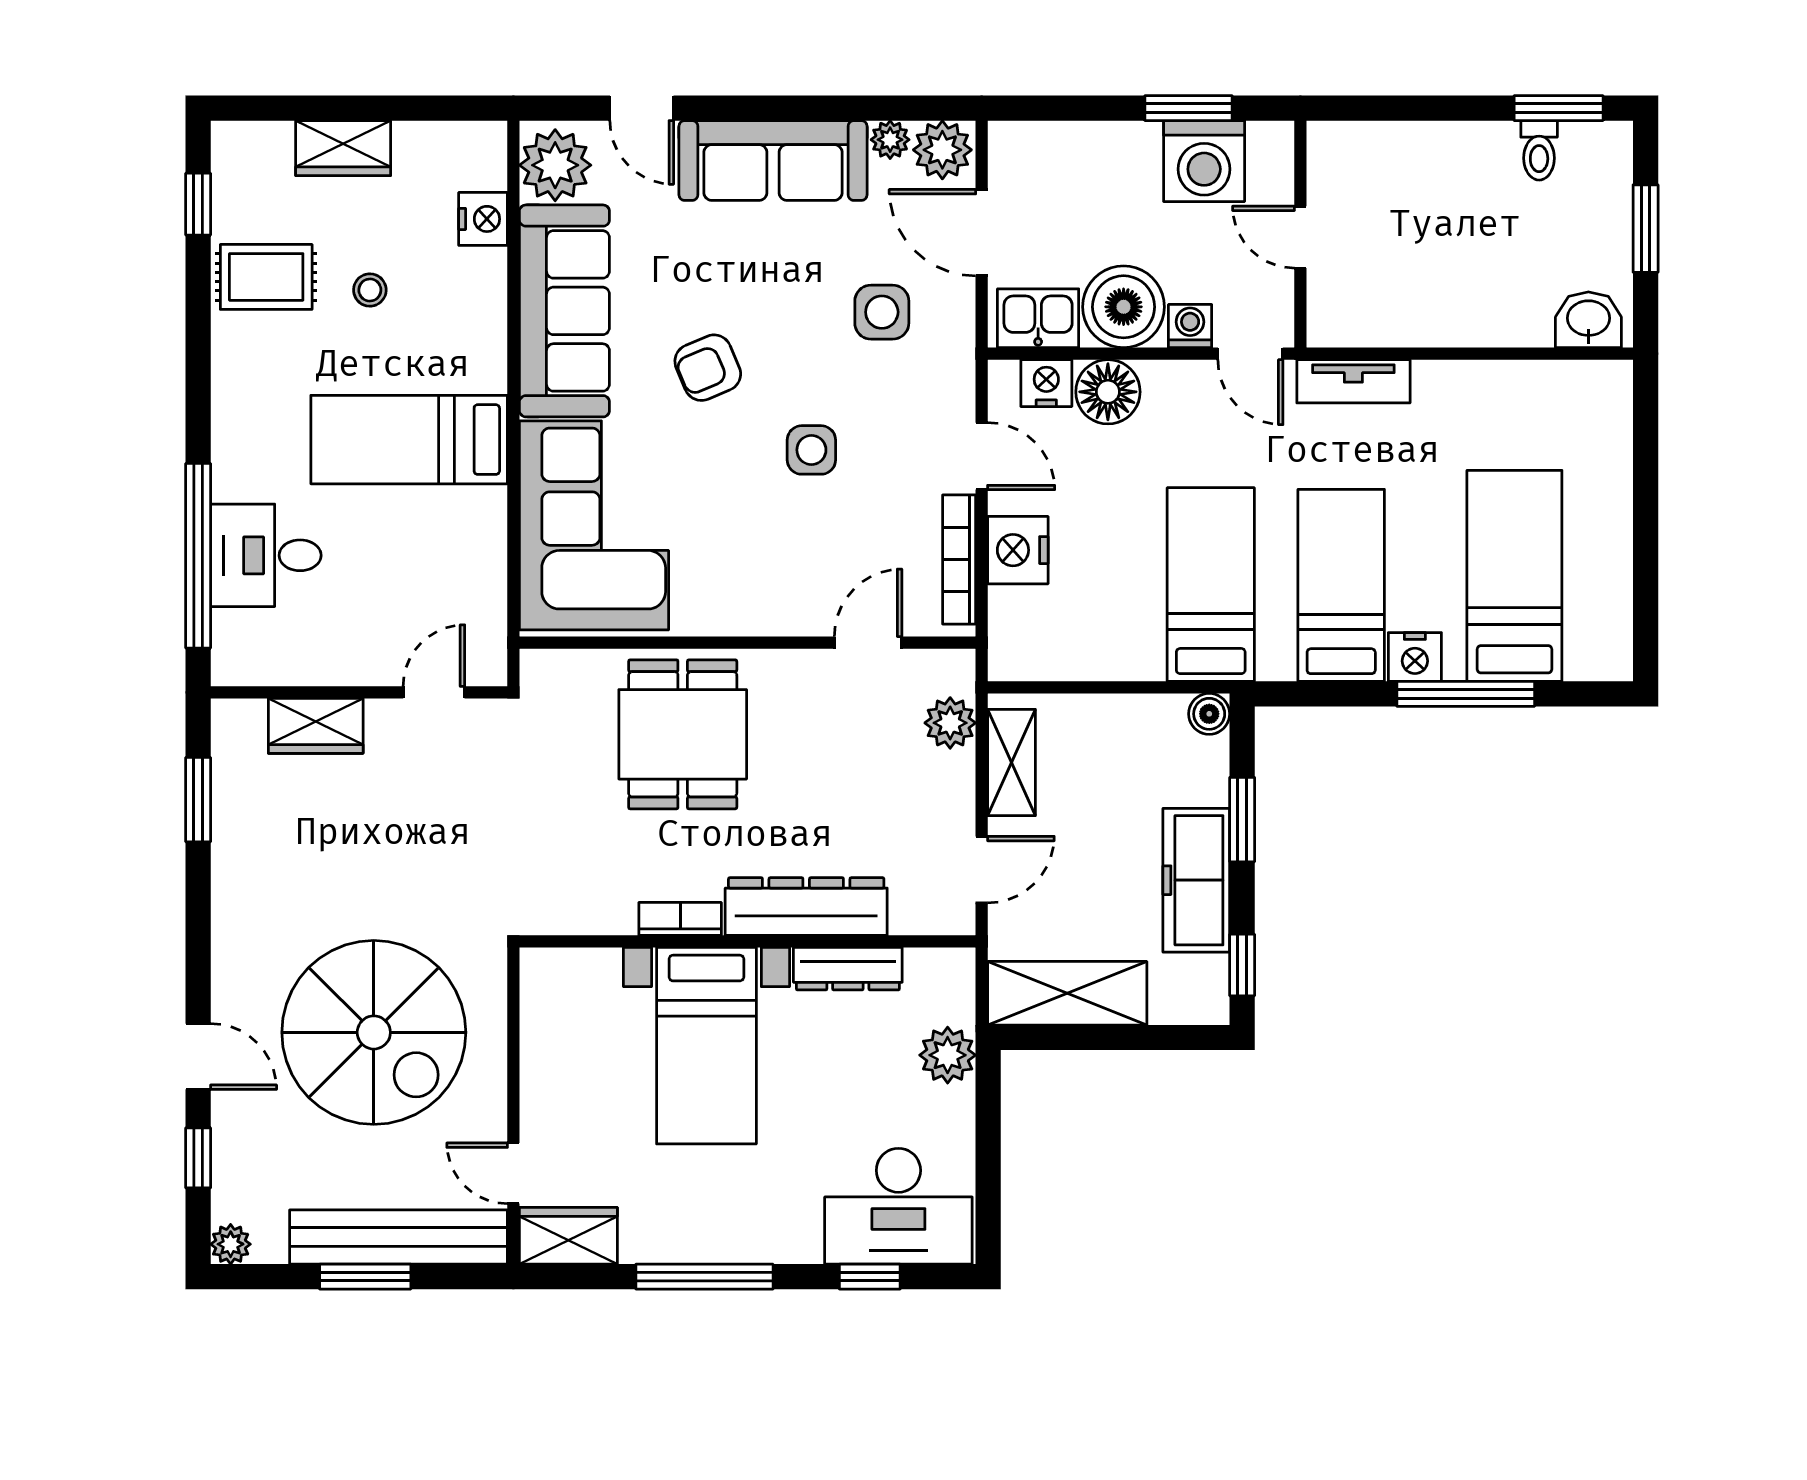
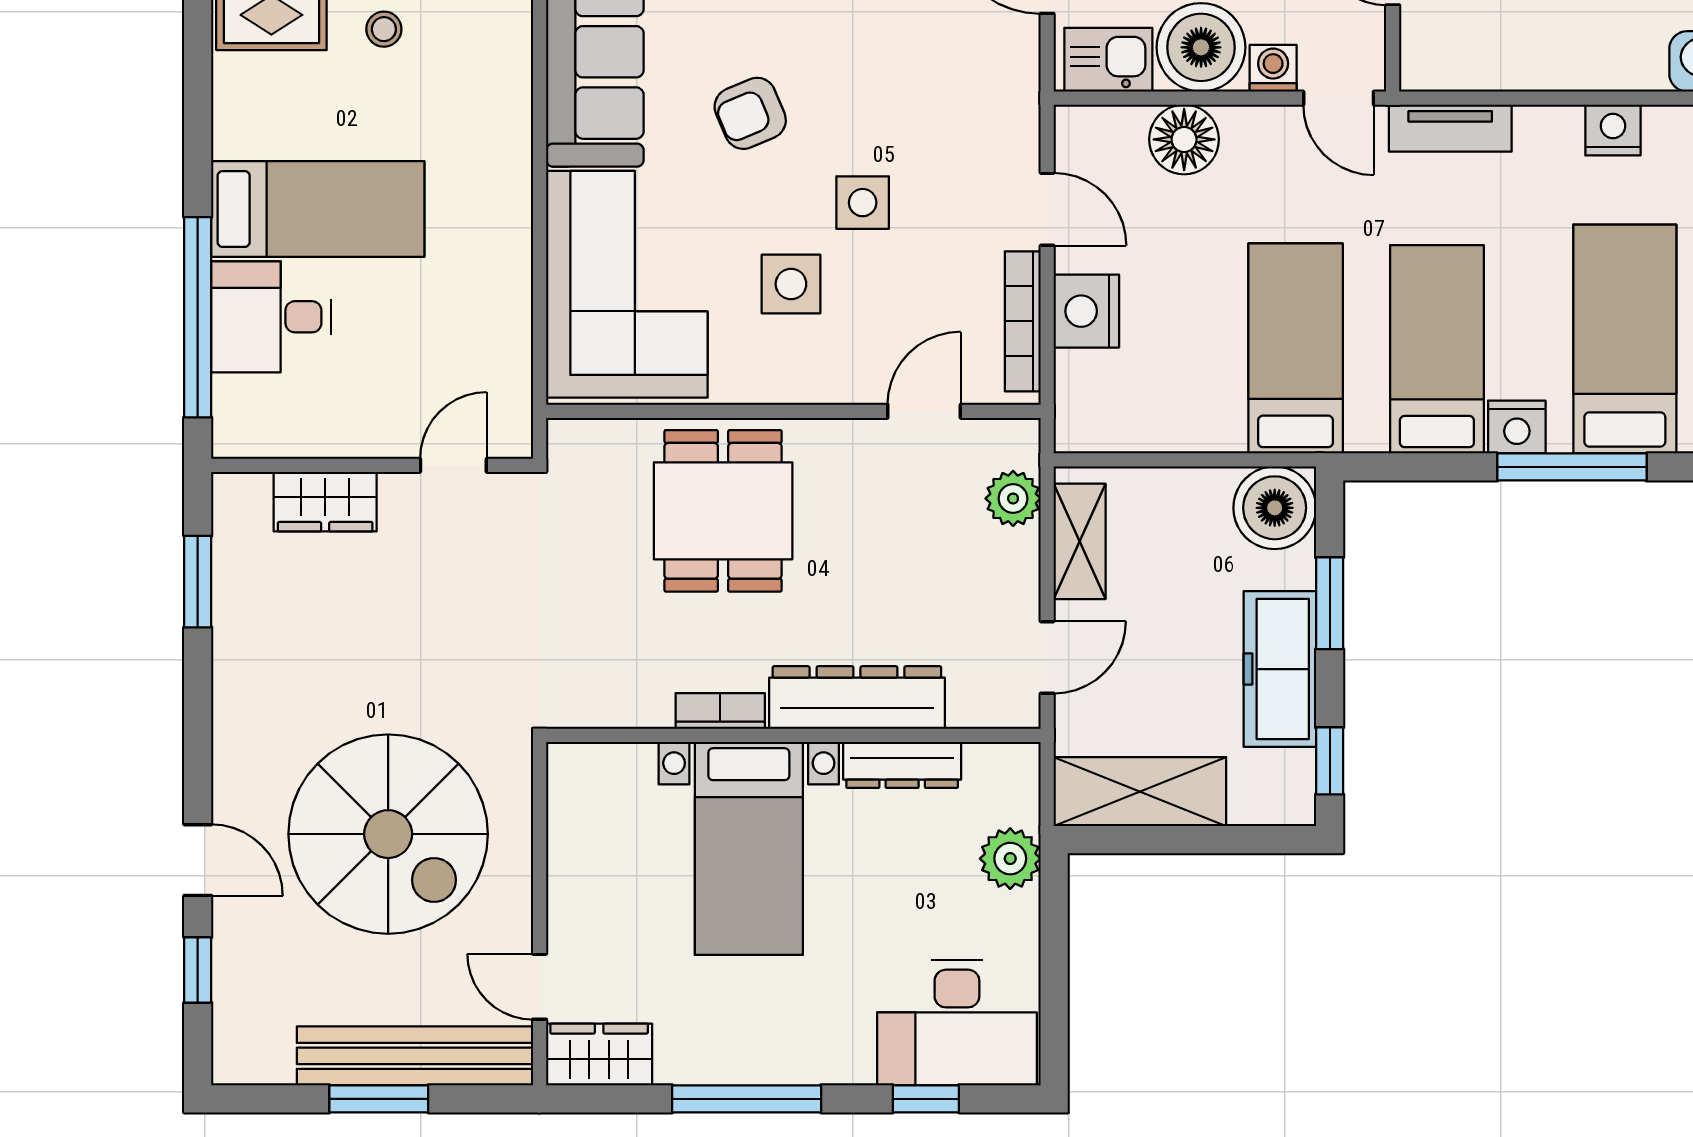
side table: (882, 312) -> (791, 284), moved
nightstand: (1046, 383) -> (1613, 130), moved
bed: (409, 440) -> (318, 209), moved, turned 180
boiler: (1209, 714) -> (1275, 508), width x1.86, depth x1.86
plant: (231, 1244) -> (233, 1064), removed

